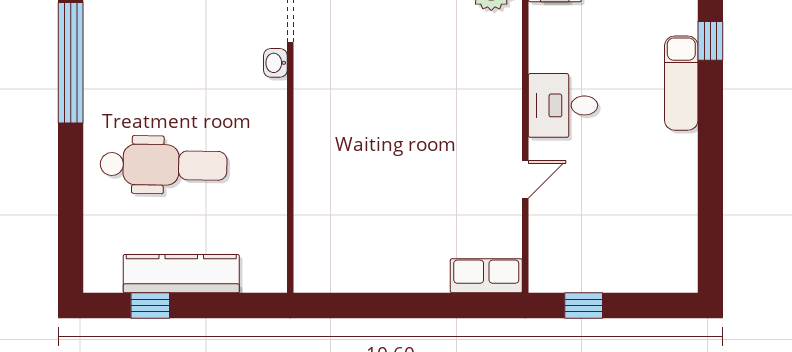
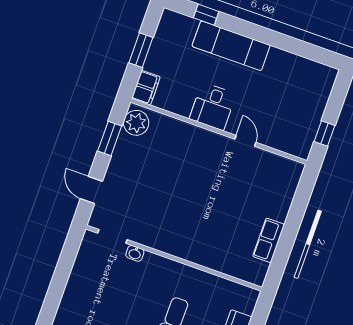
exam couch: (681, 83) -> (231, 46), width x1.36, depth x1.45
row of seats: (486, 276) -> (269, 240), moved

